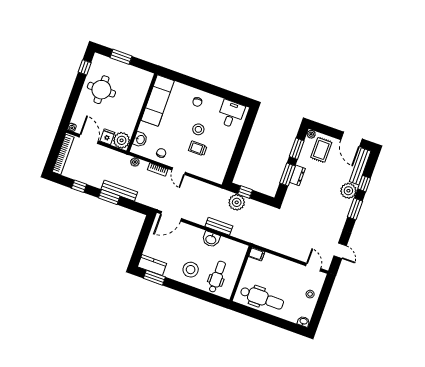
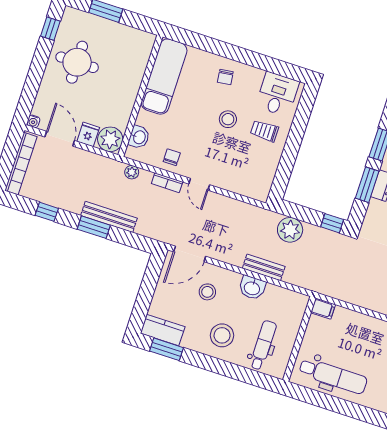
trolley: (198, 148) -> (264, 131), moved
window: (245, 192) -> (332, 223), moved
stool: (182, 241) -> (207, 292), added

